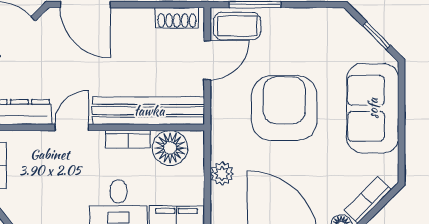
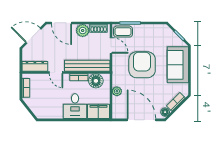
plant: (137, 23) -> (83, 31), added
door: (207, 60) -> (111, 45), hinge flipped
door: (72, 127) -> (56, 73), swing flipped

